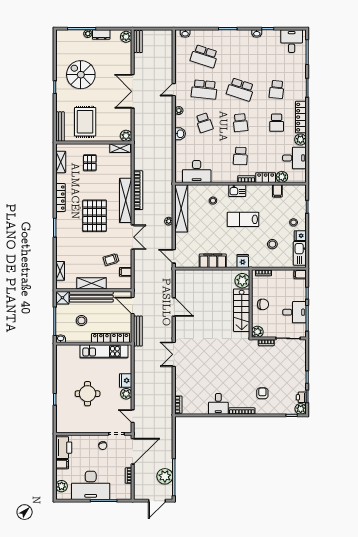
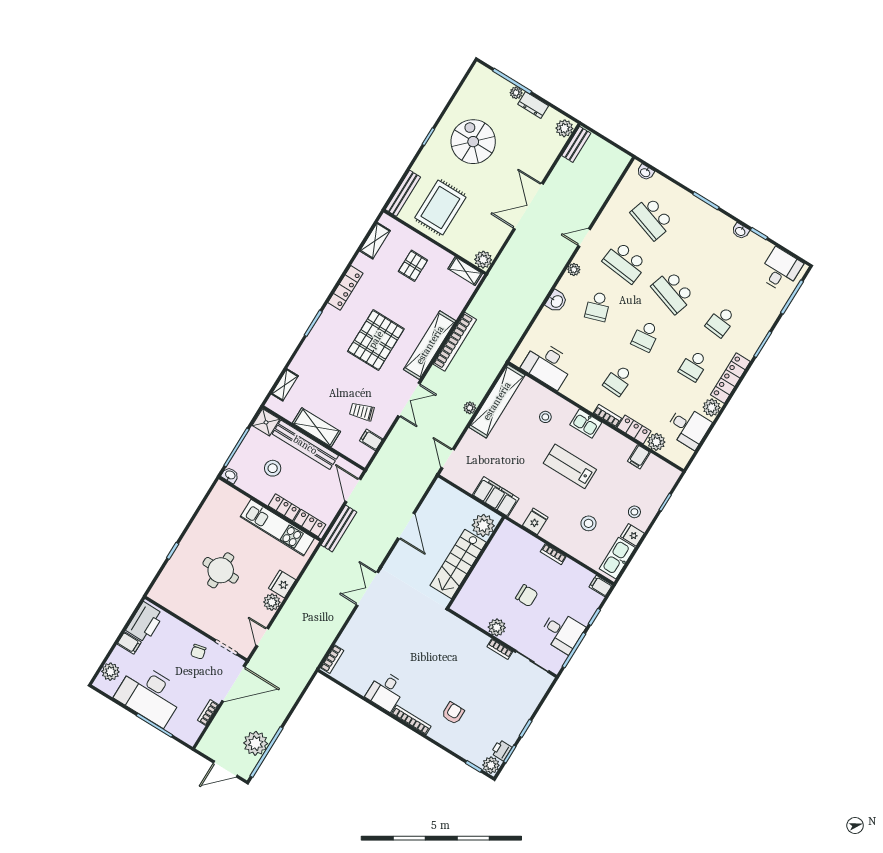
plant: (242, 281) -> (483, 525), moved
wall: (251, 304) -> (476, 563), moved
stairs: (242, 310) -> (458, 564), moved

